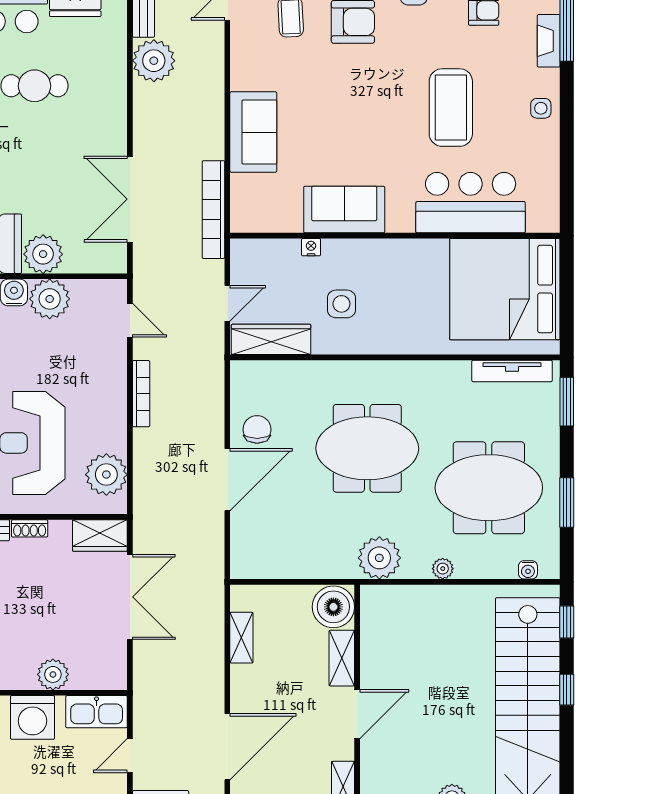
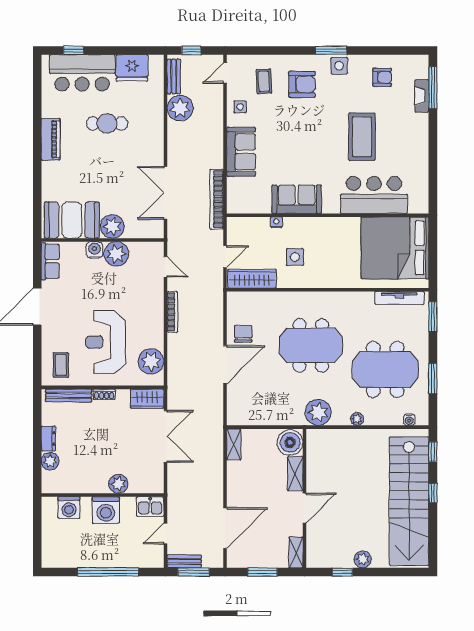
side table: (541, 108) -> (240, 107), moved
shelving: (241, 638) -> (234, 444), moved
kitchen sink: (97, 712) -> (150, 507), width x0.73

